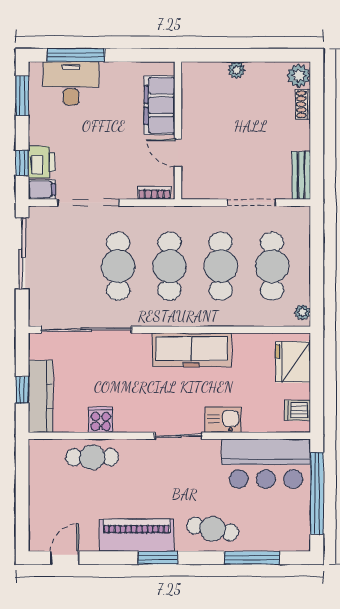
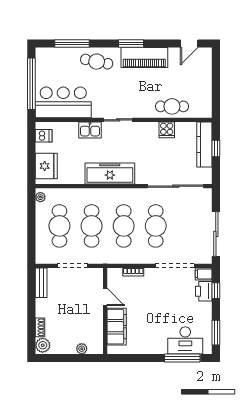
filing cabinet: (159, 105) -> (117, 327), moved
wall: (178, 131) -> (105, 311), moved
door: (178, 153) -> (105, 297), moved

